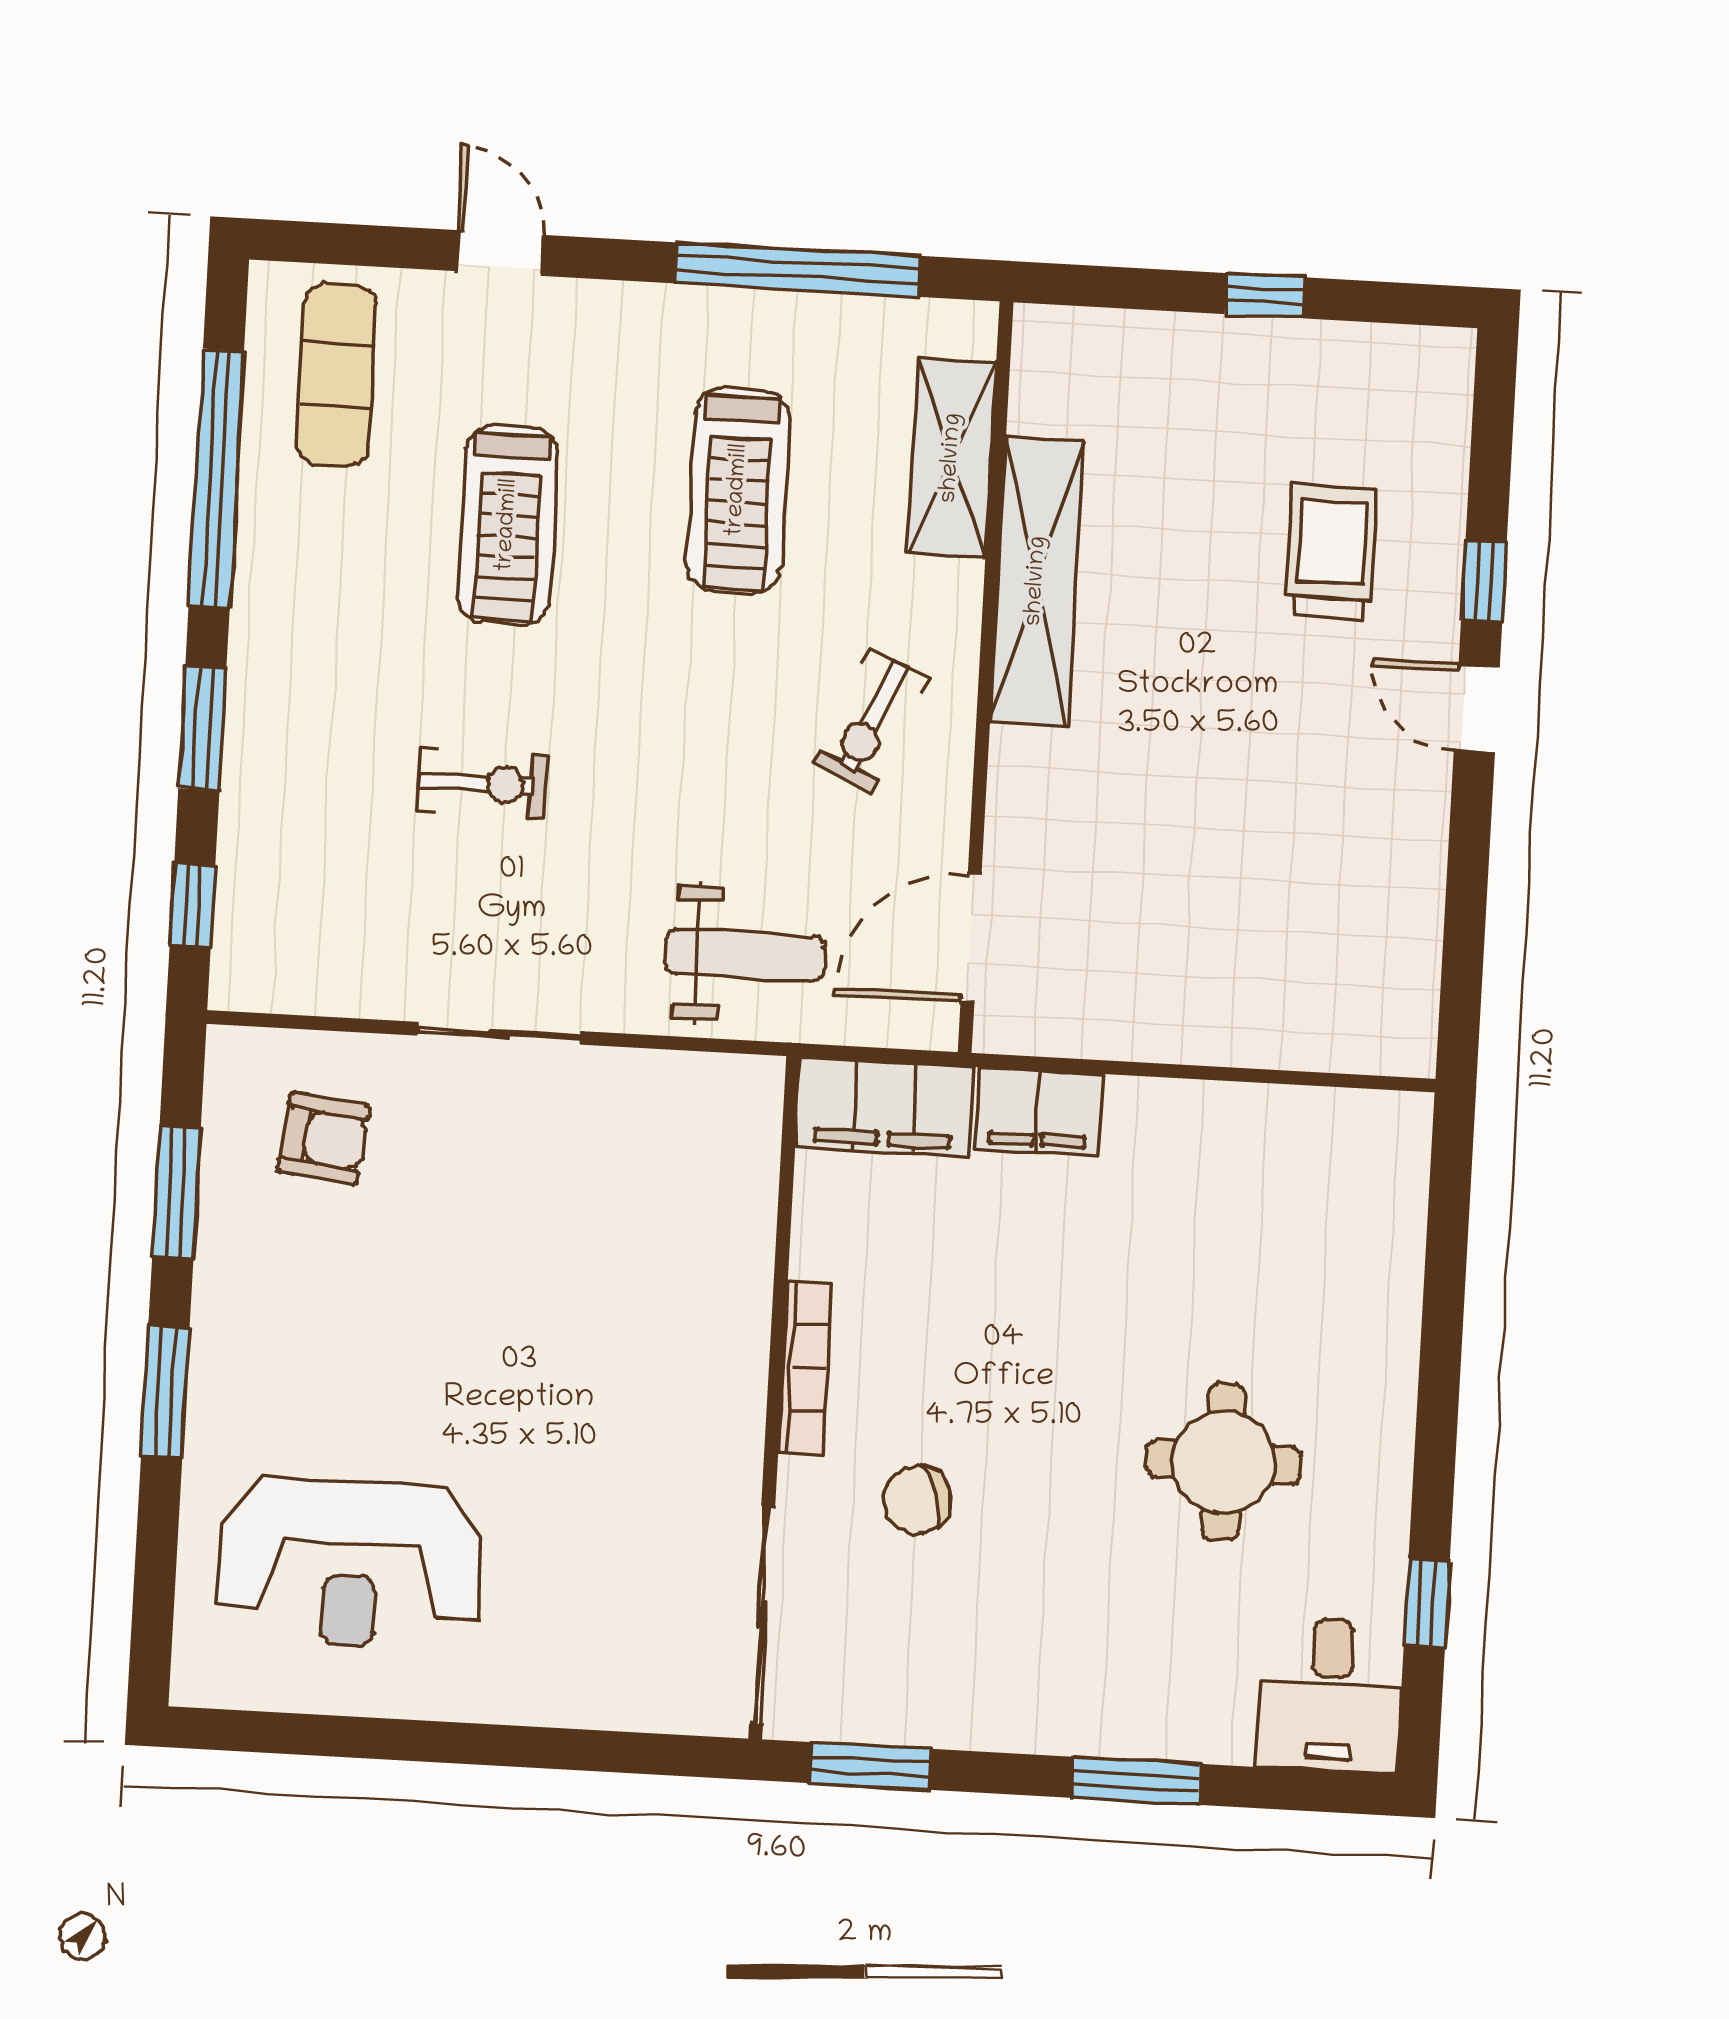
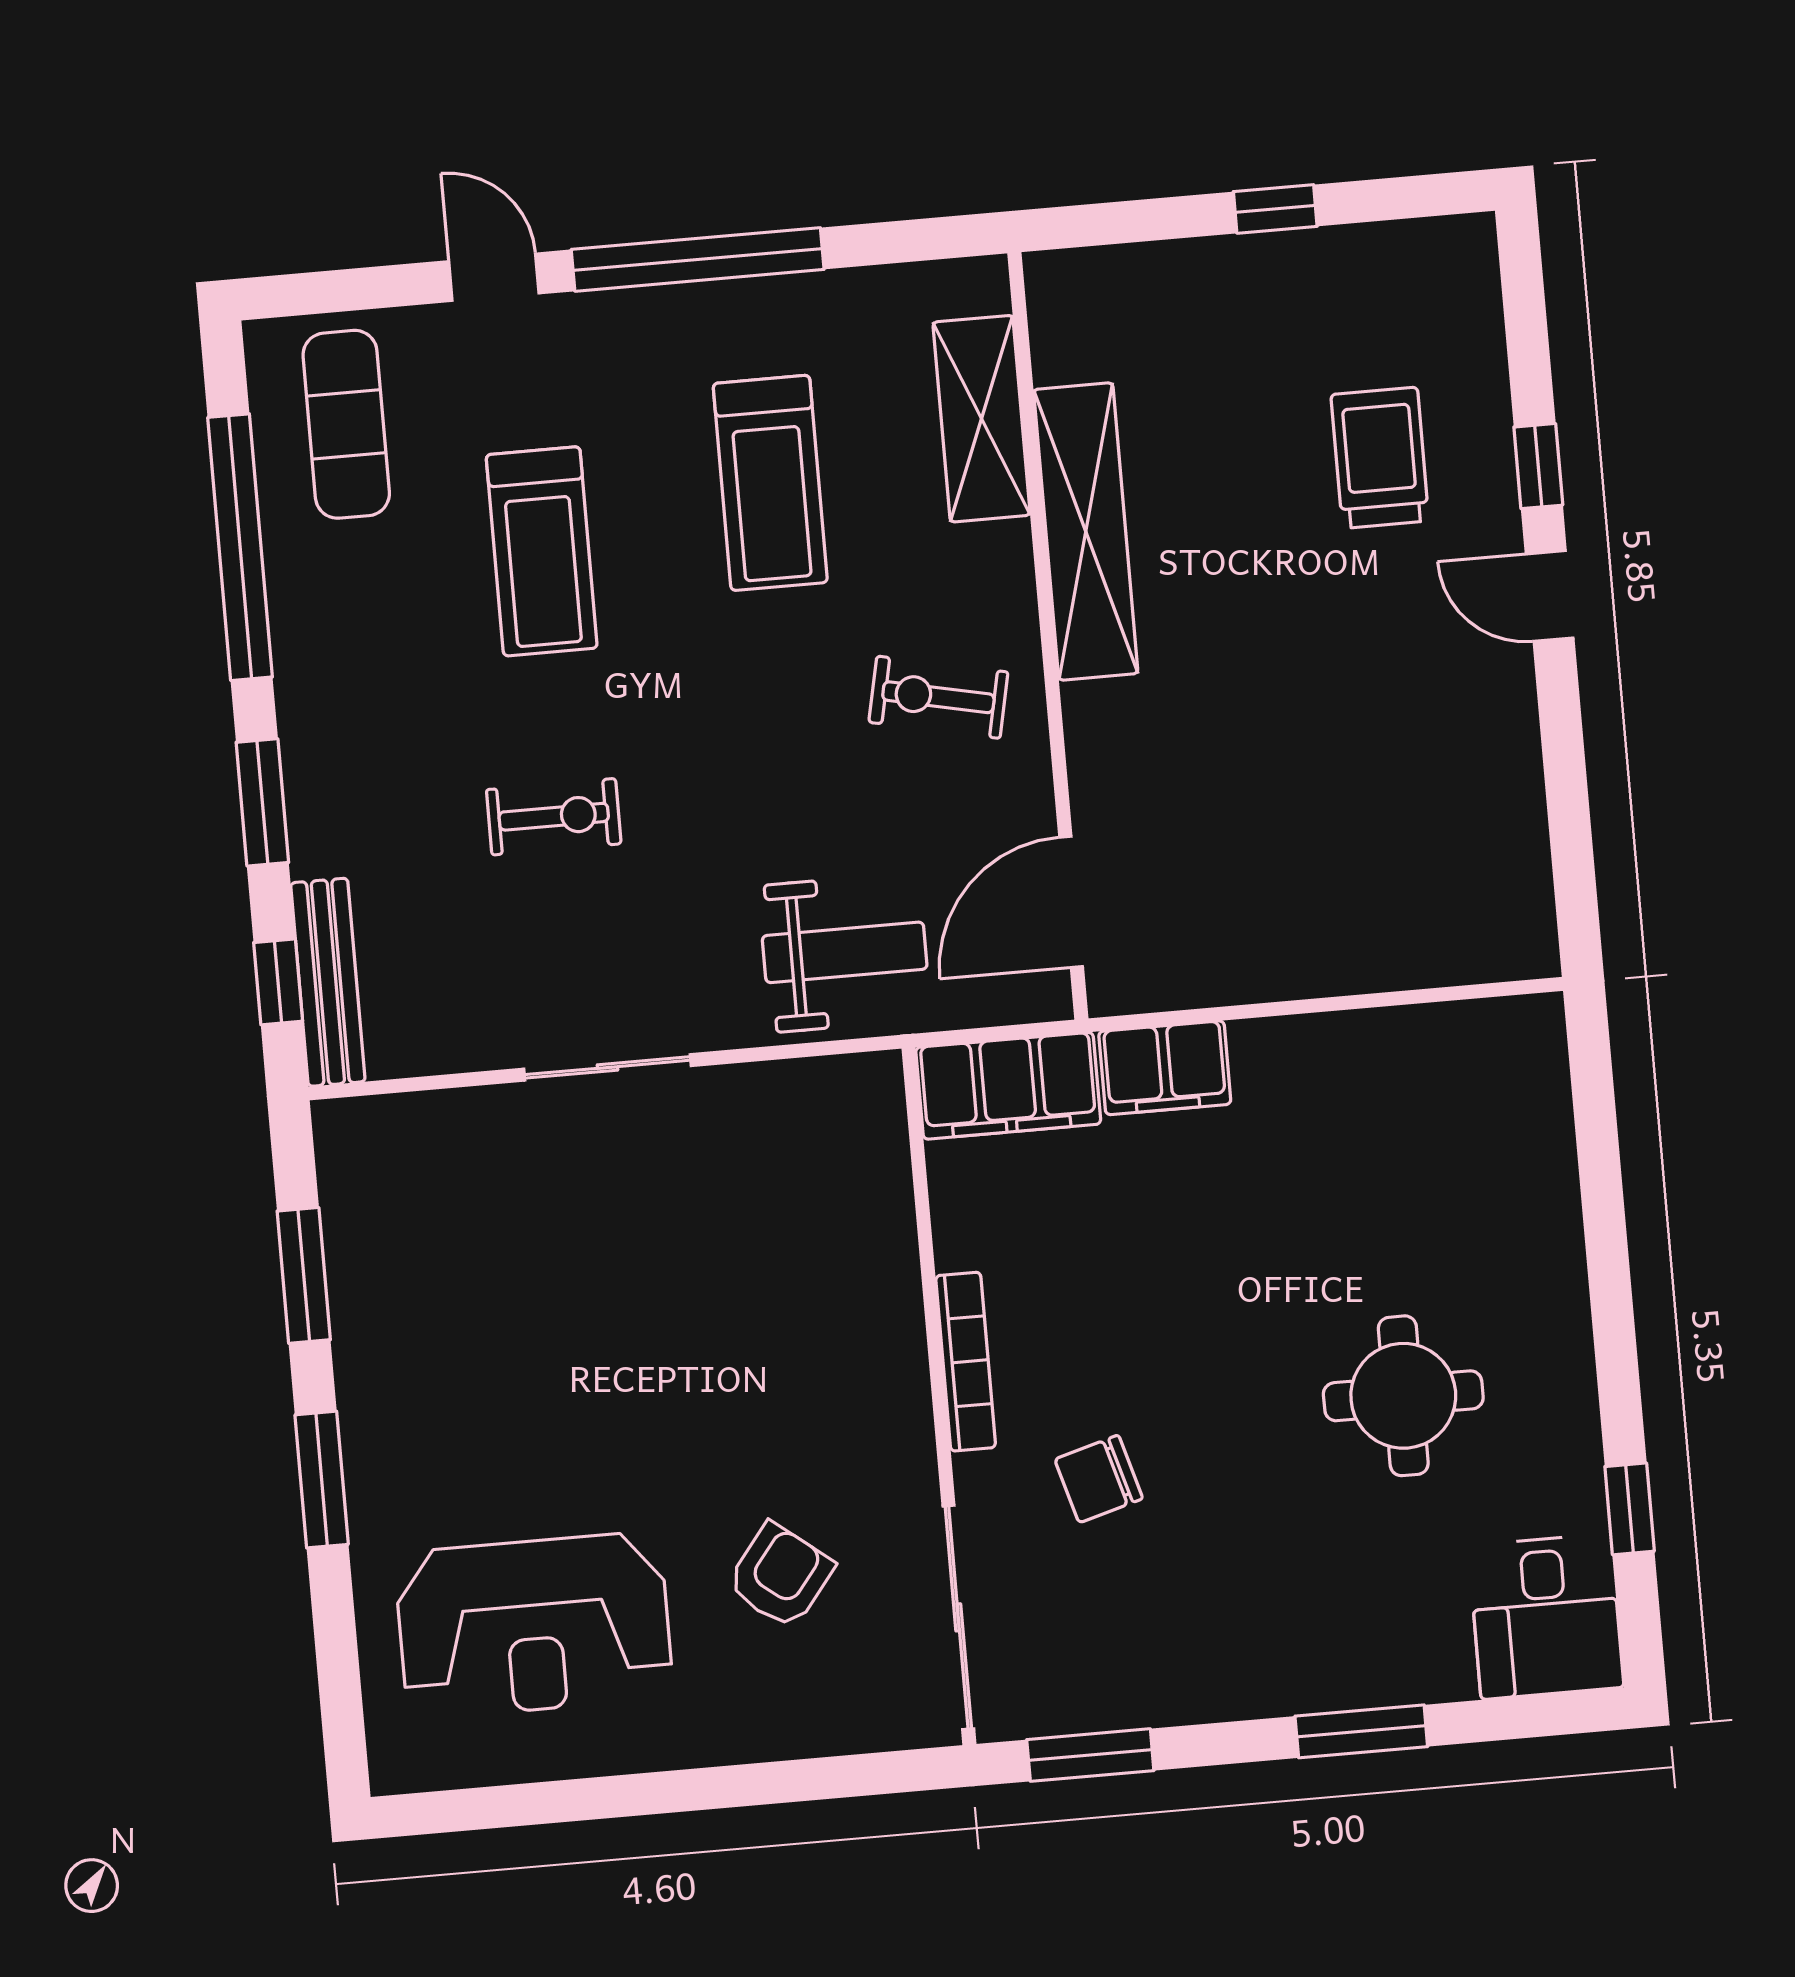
window: (798, 270) -> (698, 259), moved
exercise bike: (871, 721) -> (938, 697), turned 78
bench: (241, 912) -> (328, 982), added
armchair: (324, 1139) -> (780, 1576), moved, turned -59

